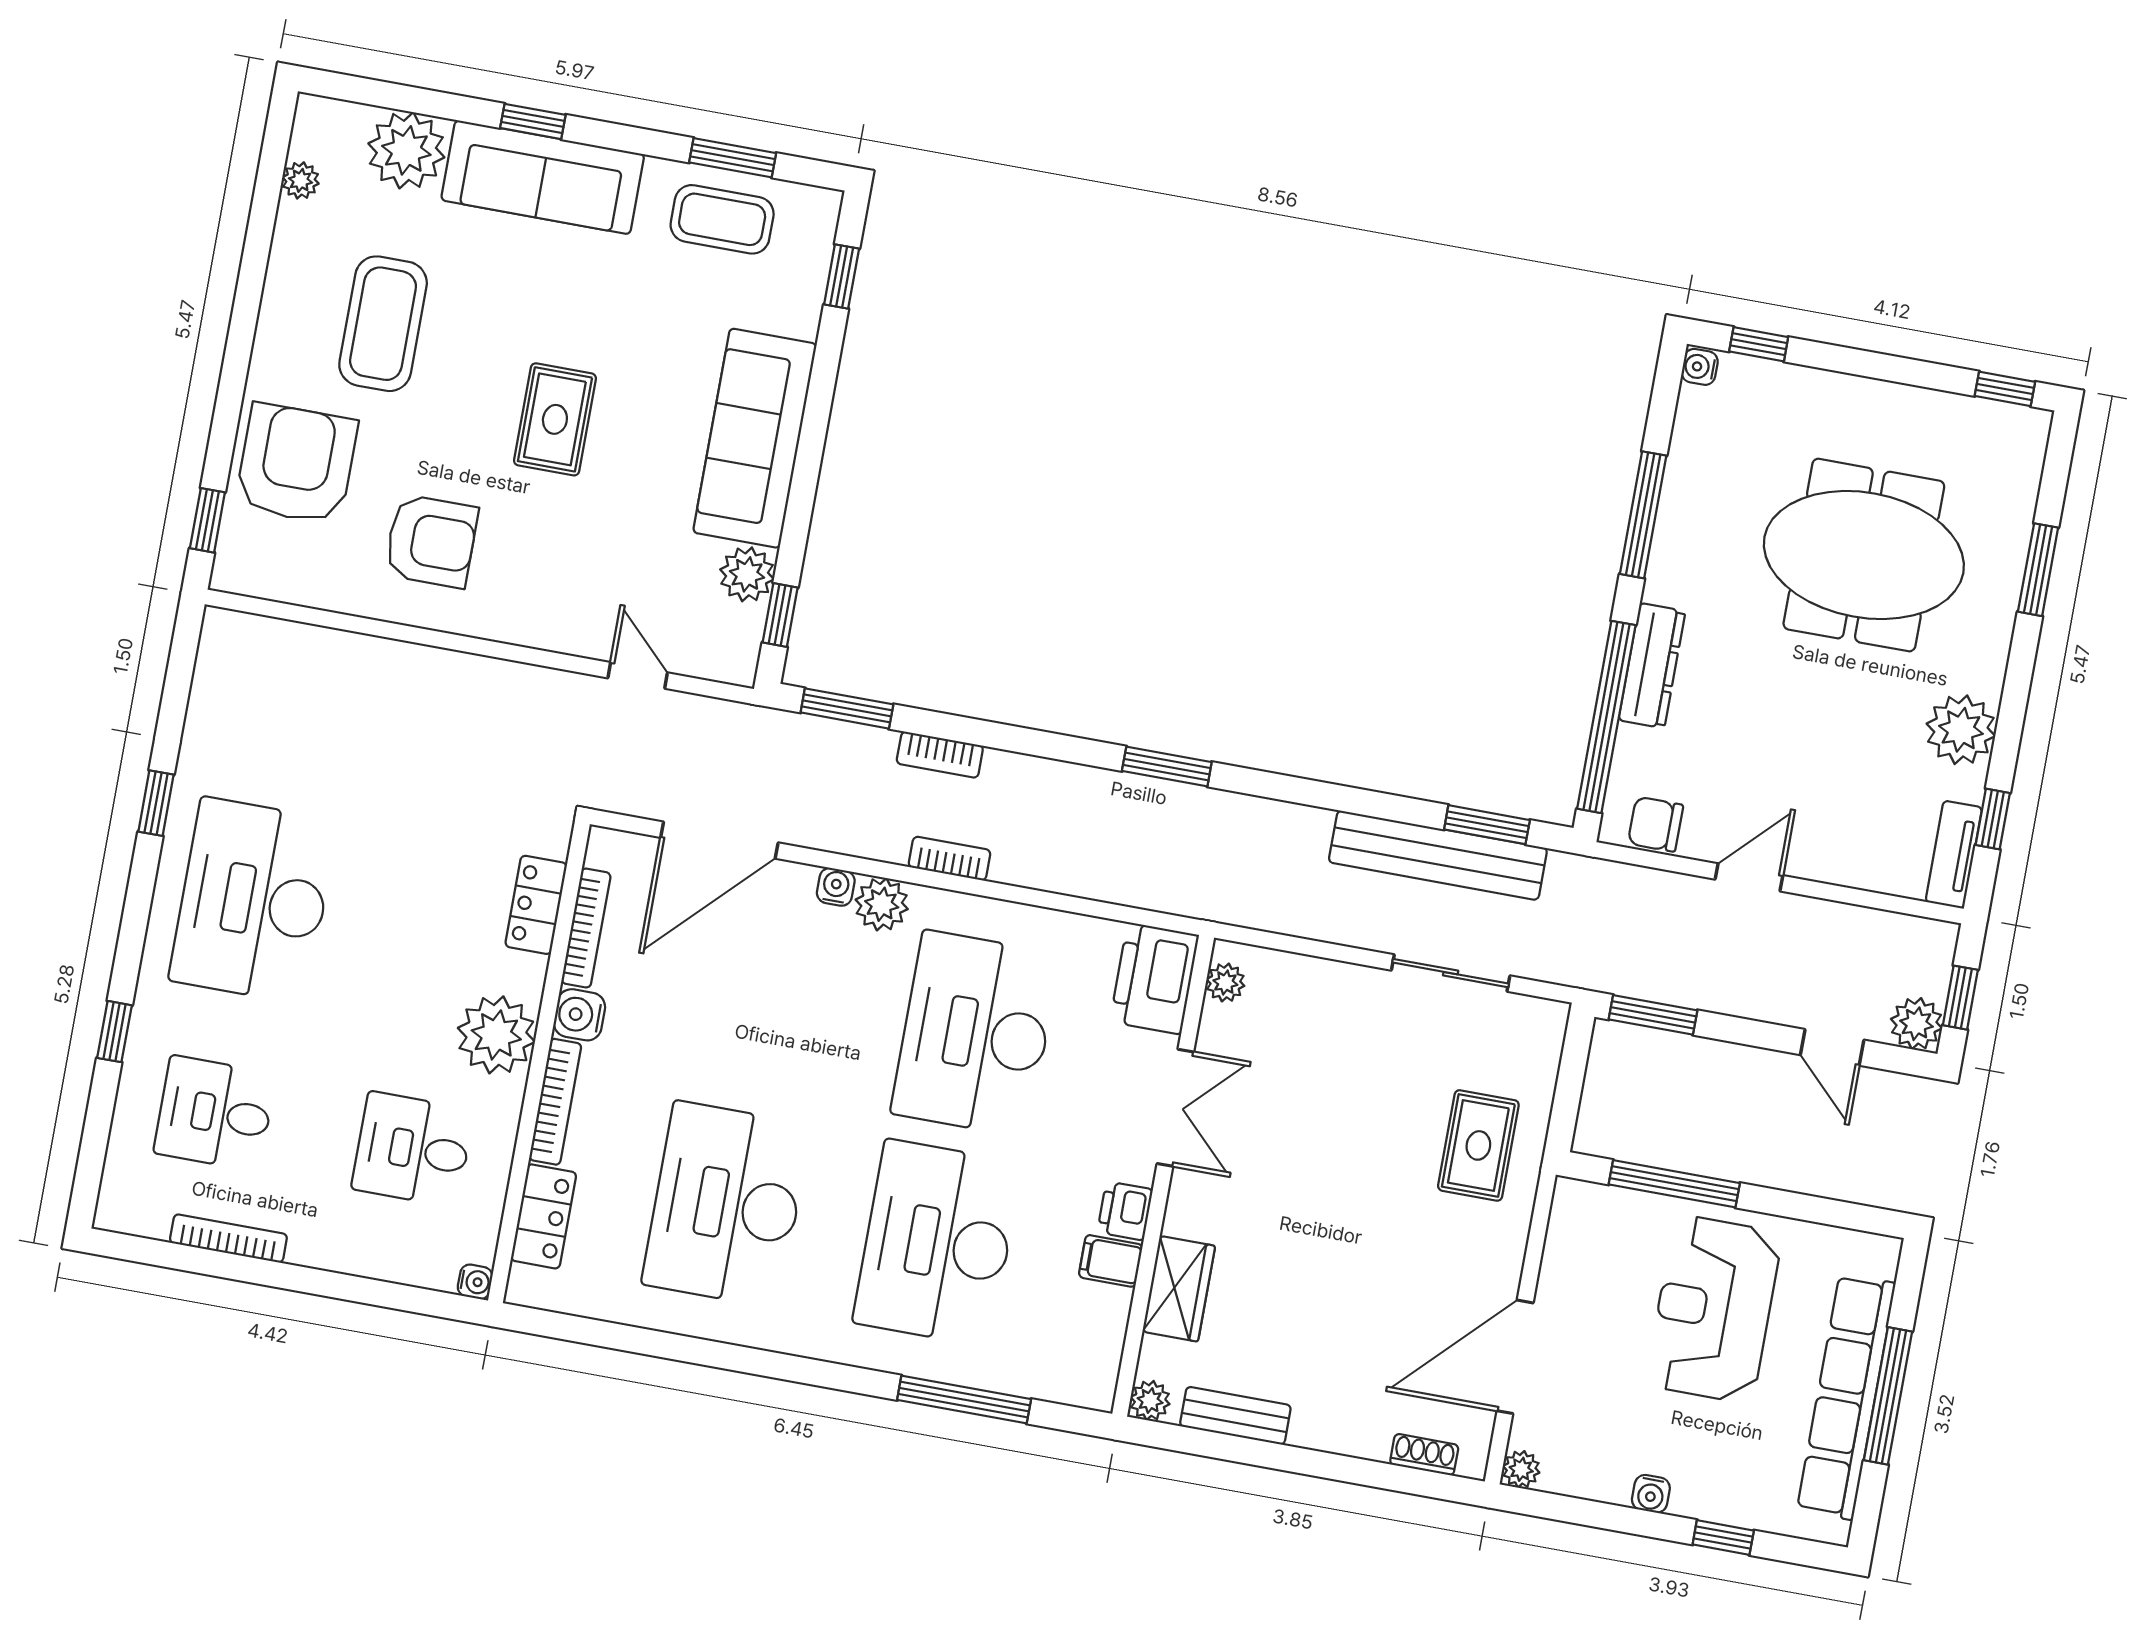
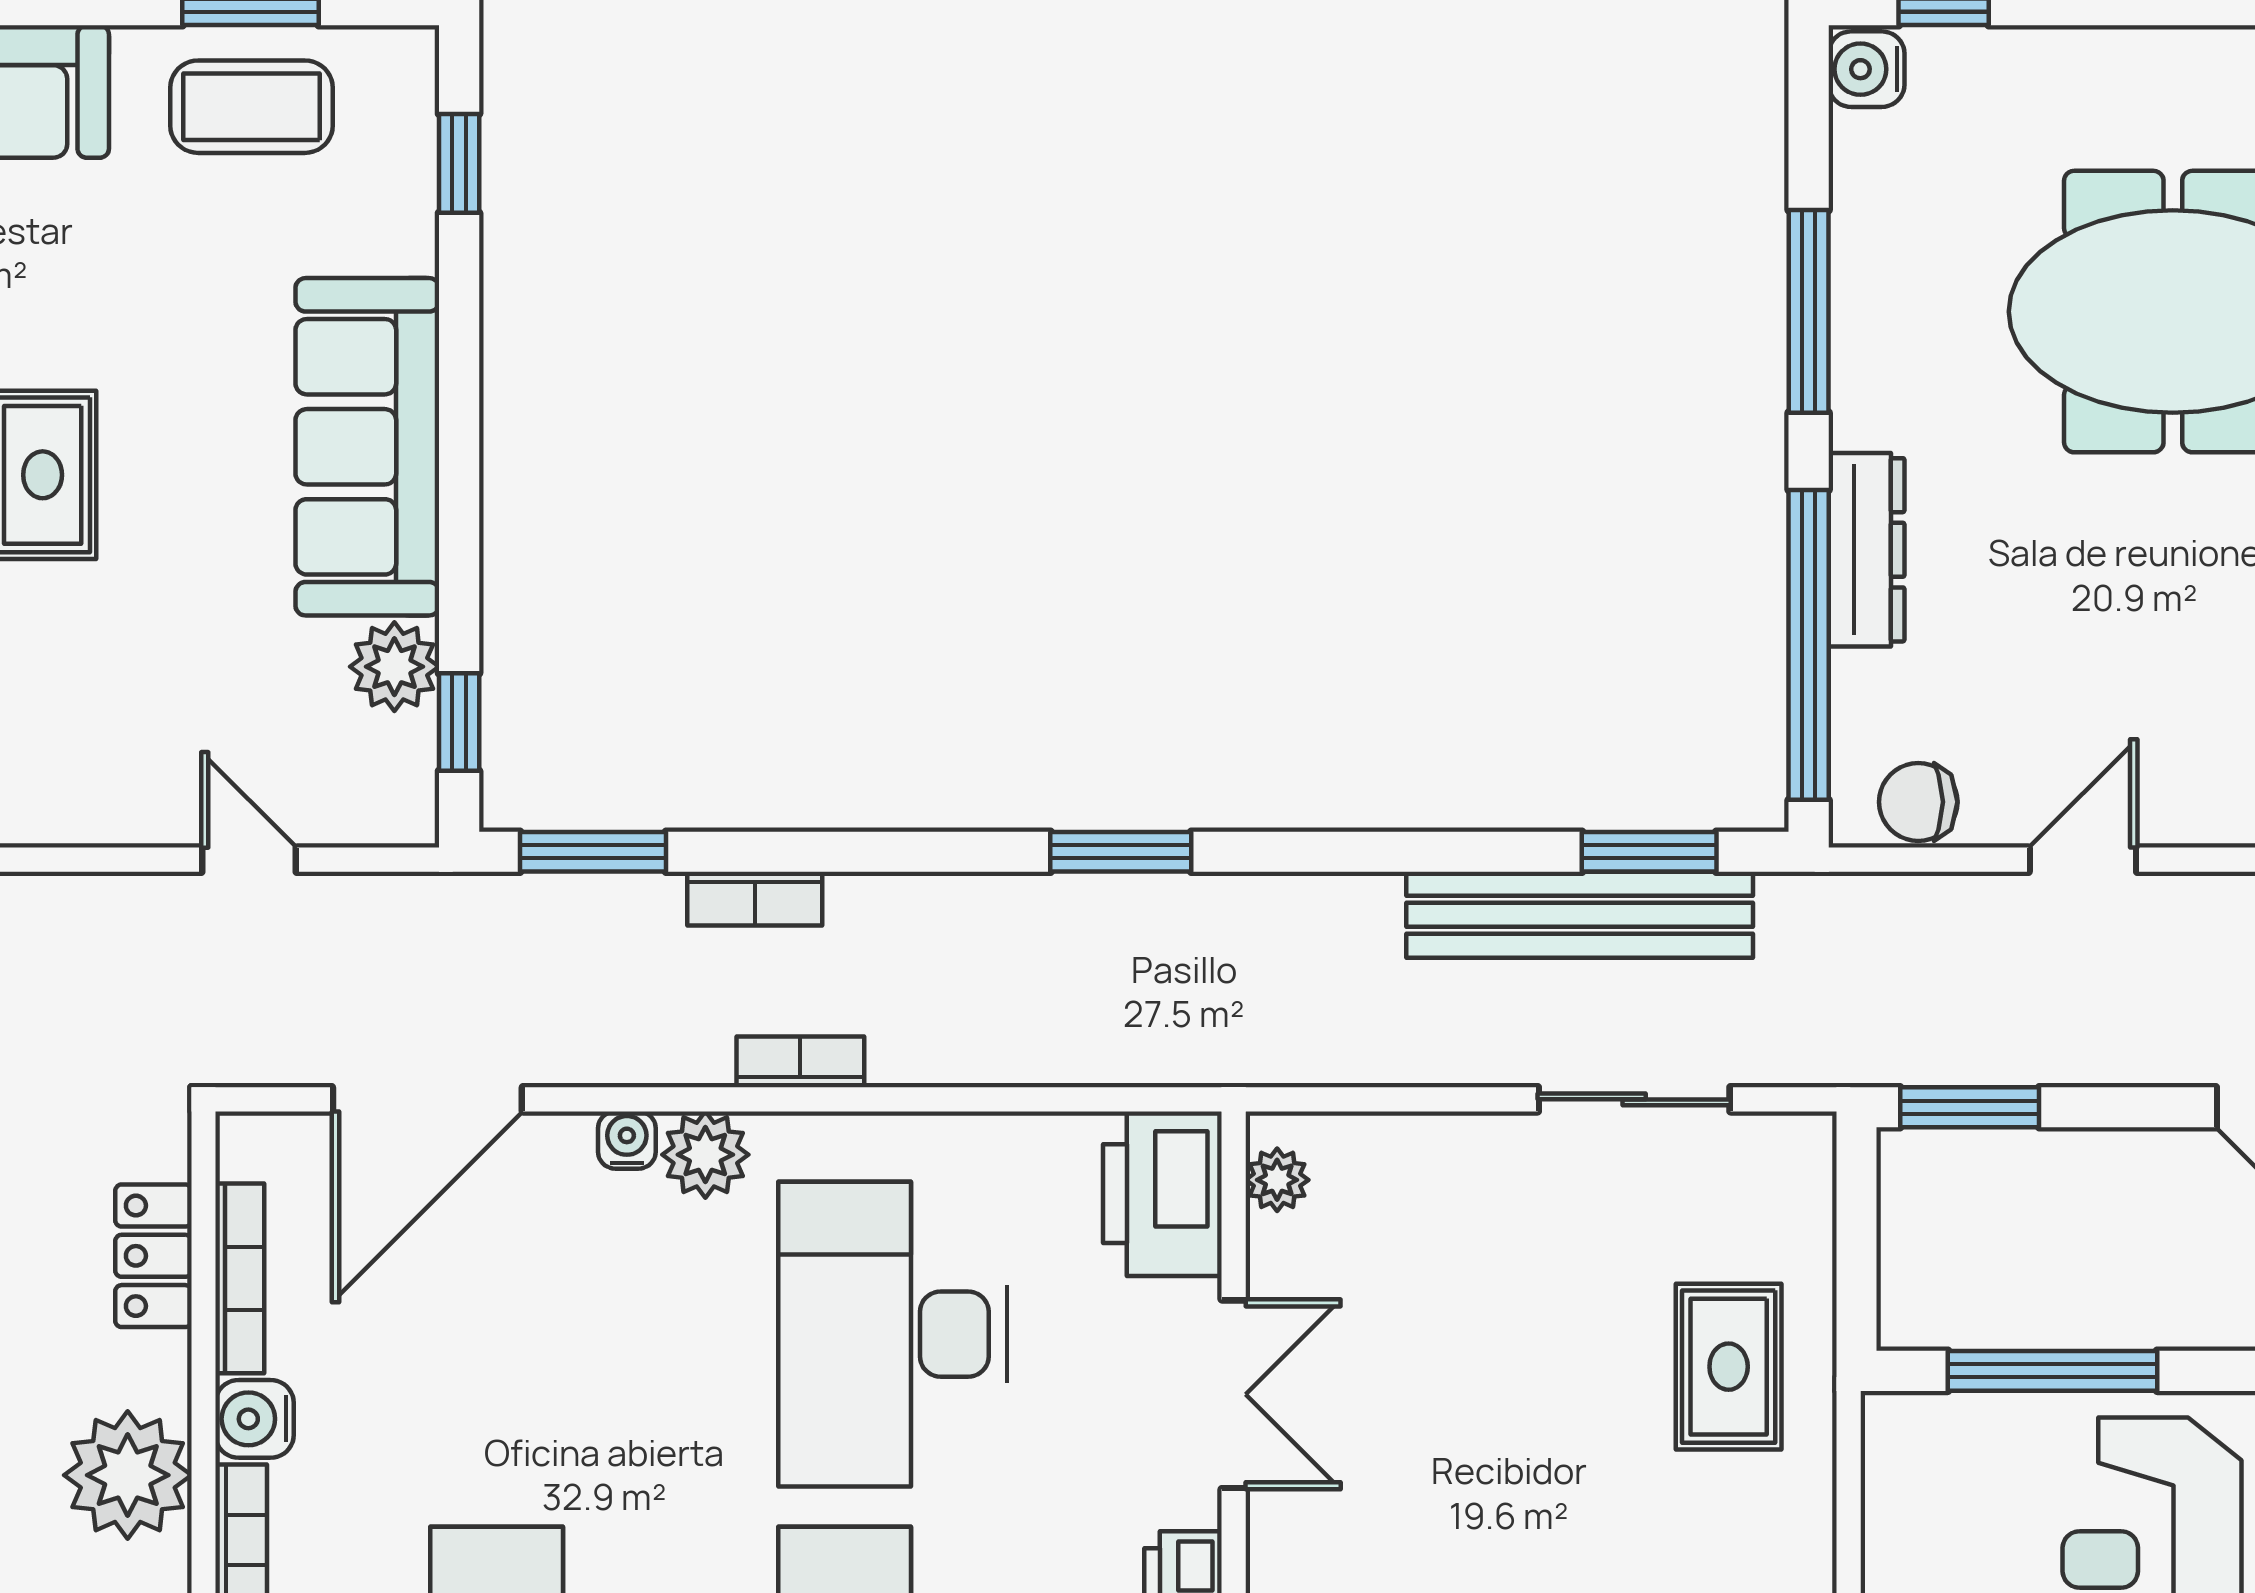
water cooler: (1700, 367) -> (1866, 69), width x1.38, depth x1.38

